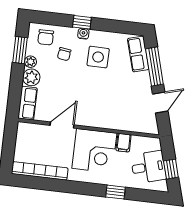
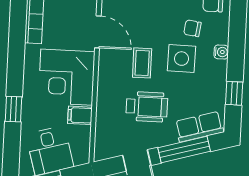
window: (82, 22) -> (234, 93), moved
side table: (98, 57) -> (182, 59), moved
wheelchair: (121, 92) -> (147, 107), added
coffee table: (88, 93) -> (142, 63), added

